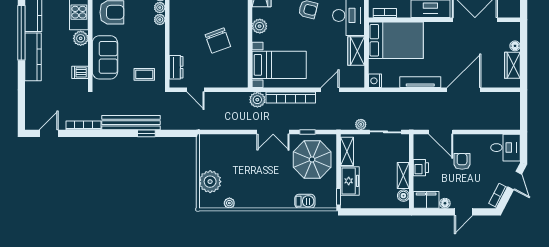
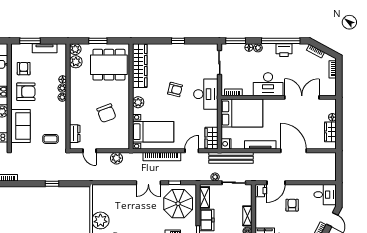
wardrobe: (356, 51) -> (212, 138), moved
door: (464, 90) -> (293, 151), hinge flipped
plant: (257, 100) -> (116, 158), moved
bench: (131, 123) -> (231, 158), moved
door: (441, 132) -> (276, 183), hinge flipped
printer: (421, 168) -> (261, 191), moved

